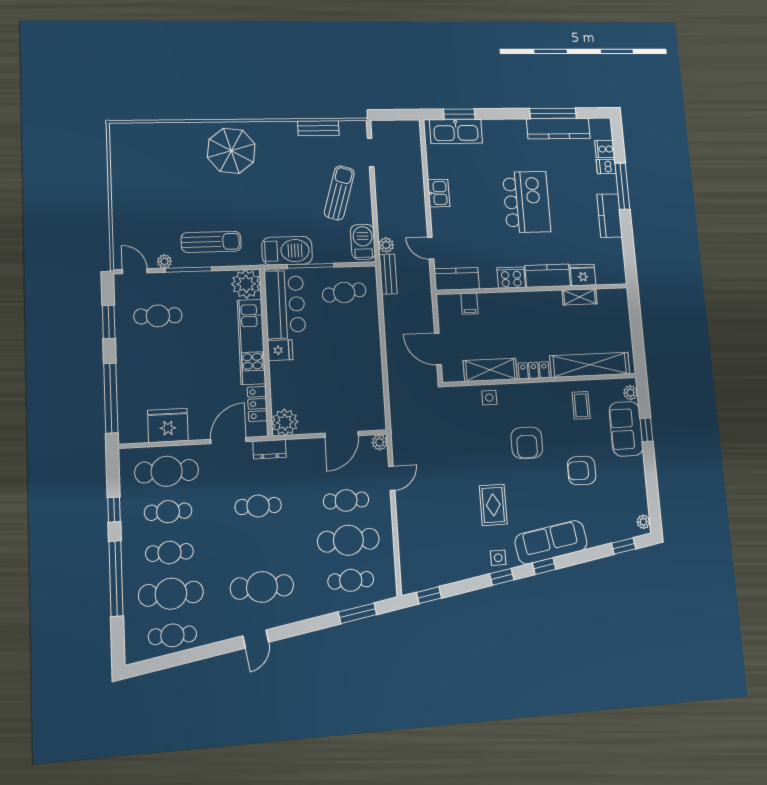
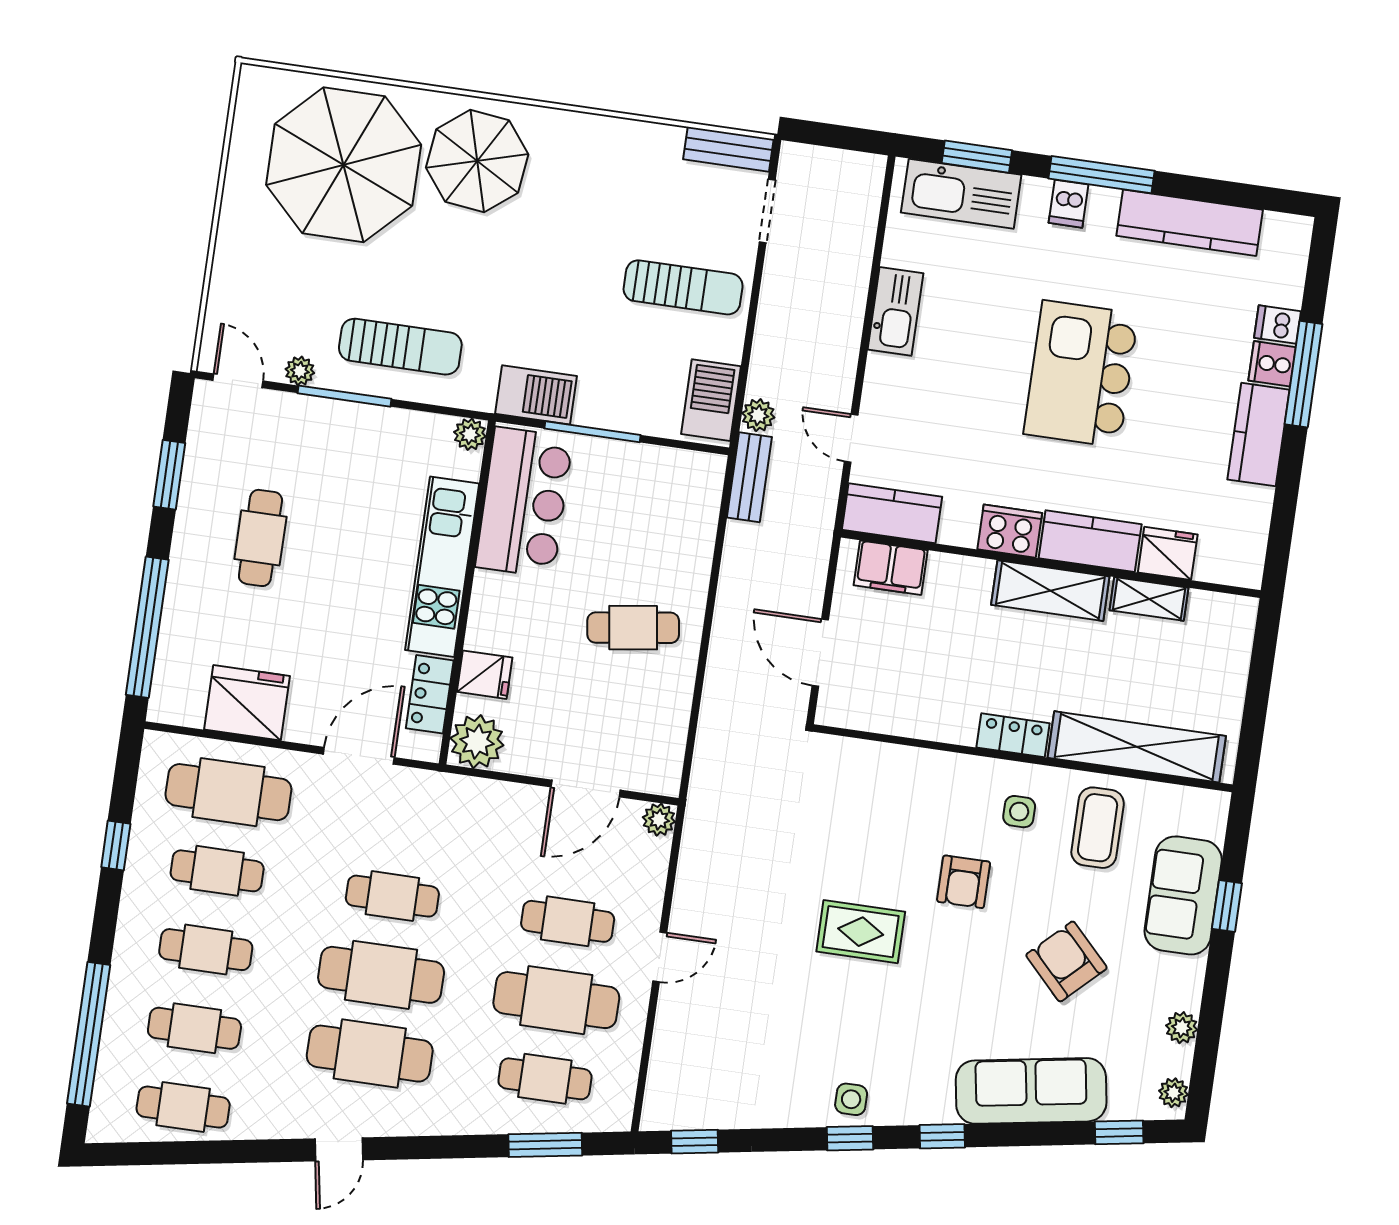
window: (553, 113) -> (1102, 175), moved
bench: (318, 128) -> (728, 149), moved
dishwasher: (504, 128) -> (1068, 204), added
cooker: (605, 149) -> (1272, 364), moved
parasol: (168, 162) -> (344, 165), added
sun lounger: (339, 193) -> (683, 287), turned 73
kitchen sink: (439, 193) -> (896, 311), width x1.38
kitchen island: (527, 202) -> (1081, 374), turned 180
barbecue: (287, 251) -> (536, 395), width x0.73, depth x0.83
plant: (246, 284) -> (470, 434), width x0.53, depth x0.53
cafe table: (344, 292) -> (633, 628), moved
filing cabinet: (469, 304) -> (891, 568), width x2.00
cafe table: (158, 316) -> (260, 538), moved, turned 90
fridge: (280, 350) -> (485, 675), moved
shelving: (490, 370) -> (1050, 591), moved
plant: (630, 393) -> (1182, 1028), moved
side table: (489, 398) -> (1019, 812), moved
coffee table: (581, 405) -> (1098, 828), width x1.36, depth x1.30
armchair: (527, 443) -> (964, 882), width x0.72, depth x0.72
dresser: (270, 449) -> (436, 789), removed
armchair: (582, 470) -> (1066, 961), turned 46
door: (392, 478) -> (660, 957), moved
rug: (493, 505) -> (861, 932), moved, turned 90
sofa: (551, 542) -> (1031, 1091), moved
cafe table: (260, 546) -> (381, 975), added
window: (116, 578) -> (89, 1034), moved
cafe table: (171, 594) -> (194, 1028), width x0.73, depth x0.74

